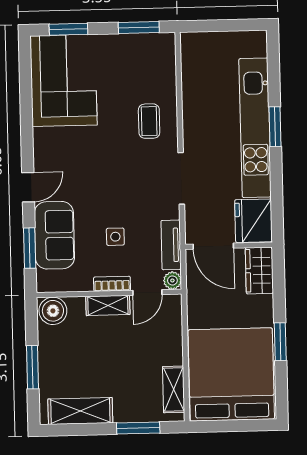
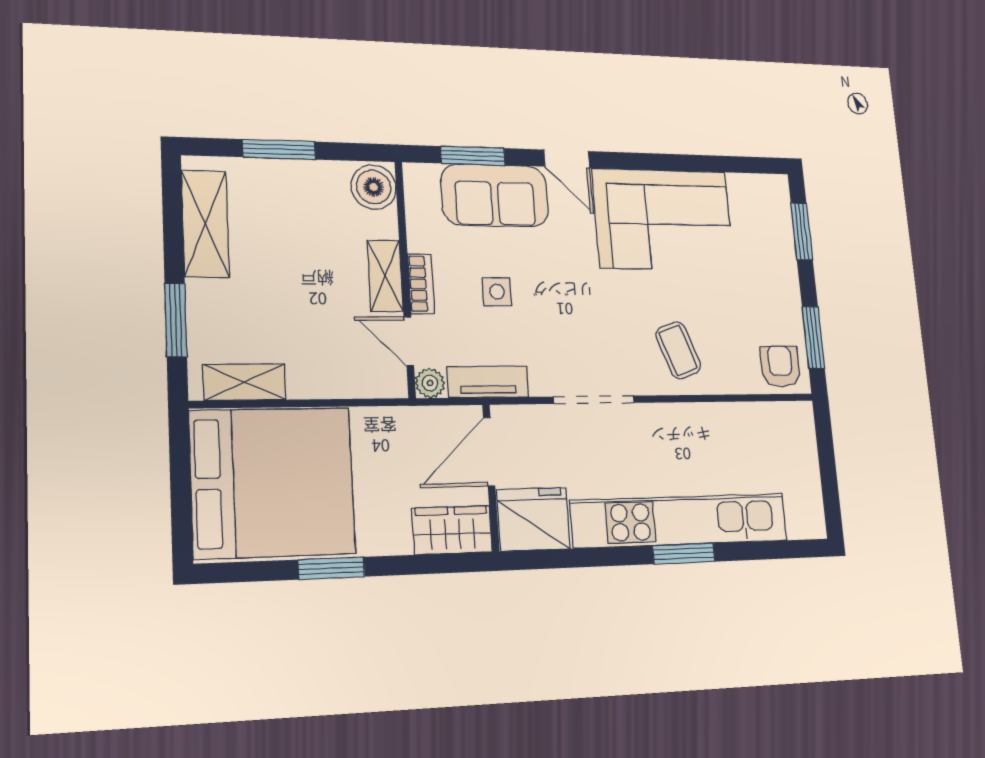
armchair: (158, 52) -> (780, 366), added
corner sofa: (64, 80) -> (663, 219), moved
coffee table: (149, 121) -> (678, 350), turned 70

